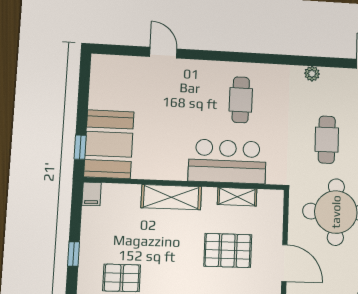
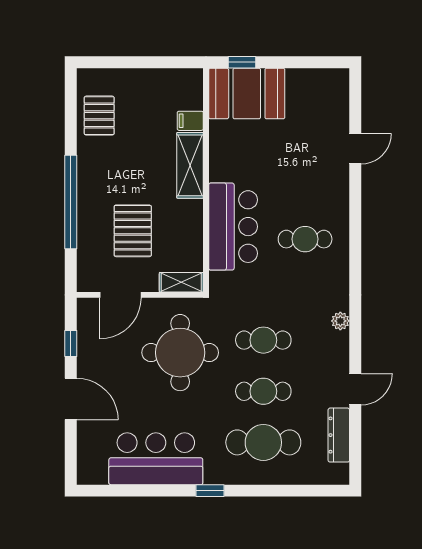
filing cabinet: (92, 194) -> (190, 121), moved
shelving: (237, 197) -> (181, 282), moved, turned 90
window: (73, 254) -> (124, 62), removed

